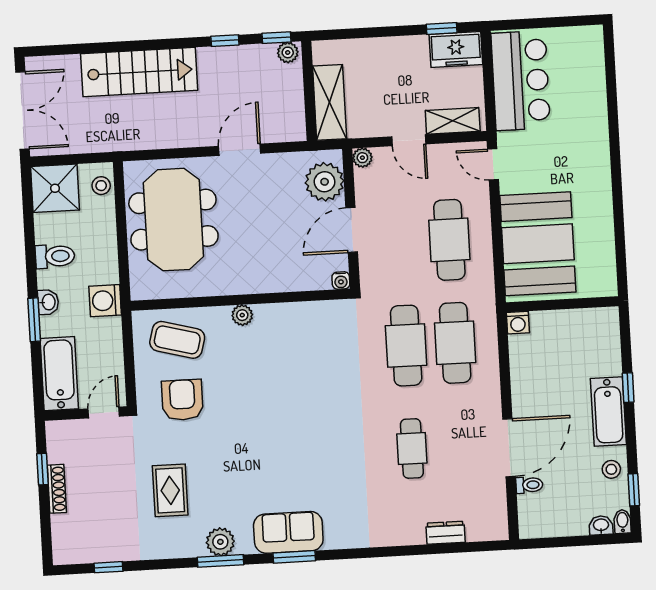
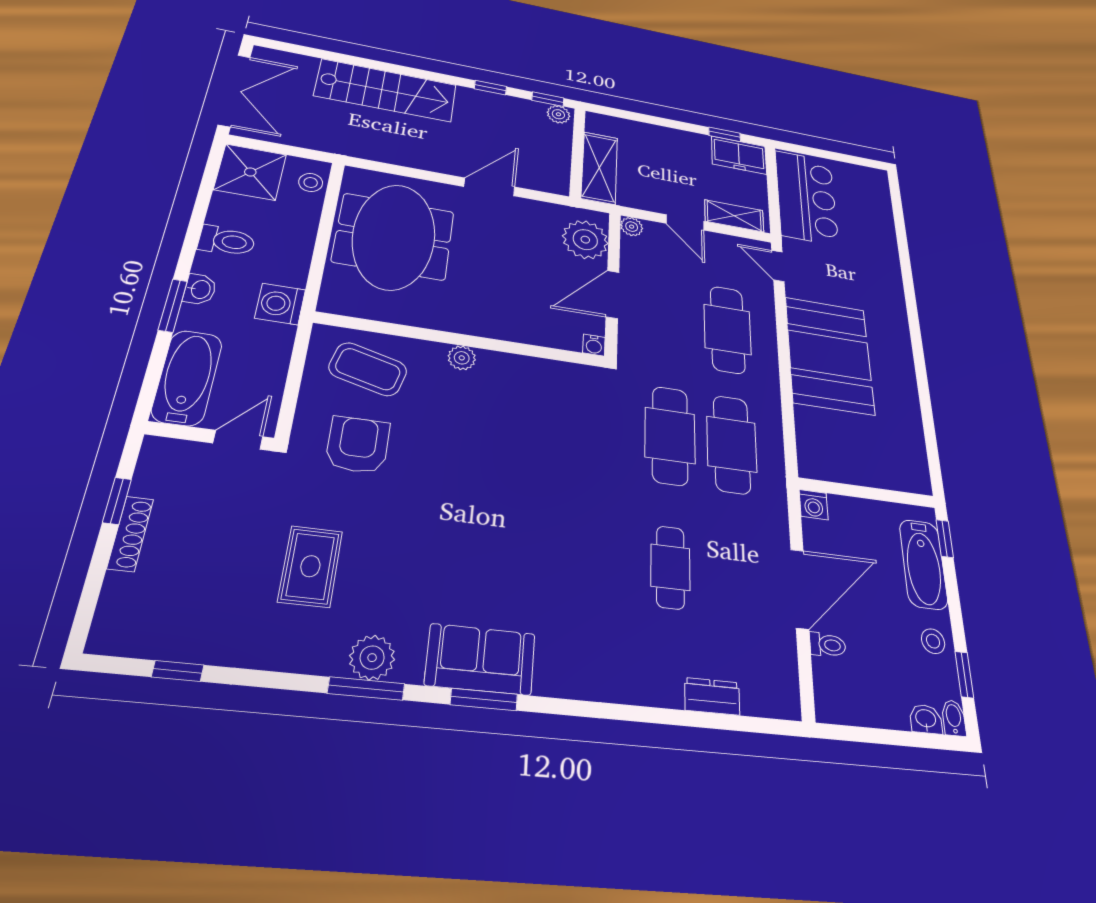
wall: (562, 304) -> (867, 493), moved
washing machine: (518, 323) -> (814, 505), moved

